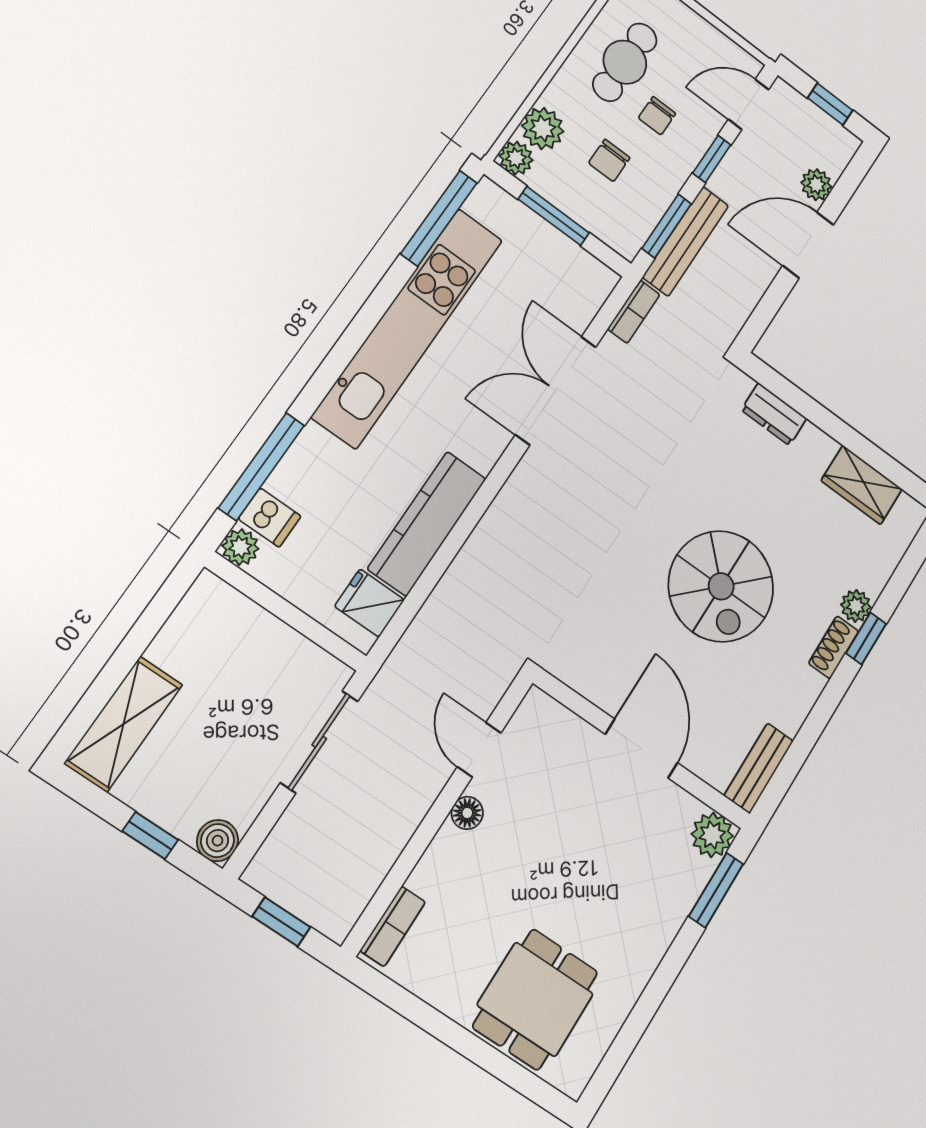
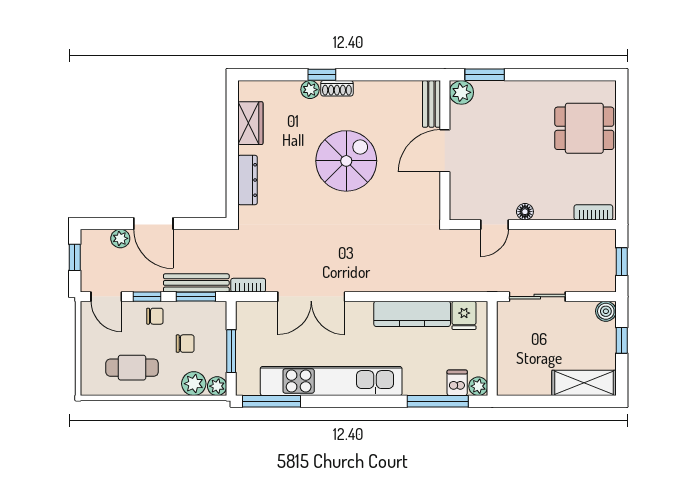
chair: (657, 116) -> (155, 316), moved
dresser: (774, 414) -> (248, 180), width x1.44
bench: (759, 768) -> (431, 104), moved, turned 90

